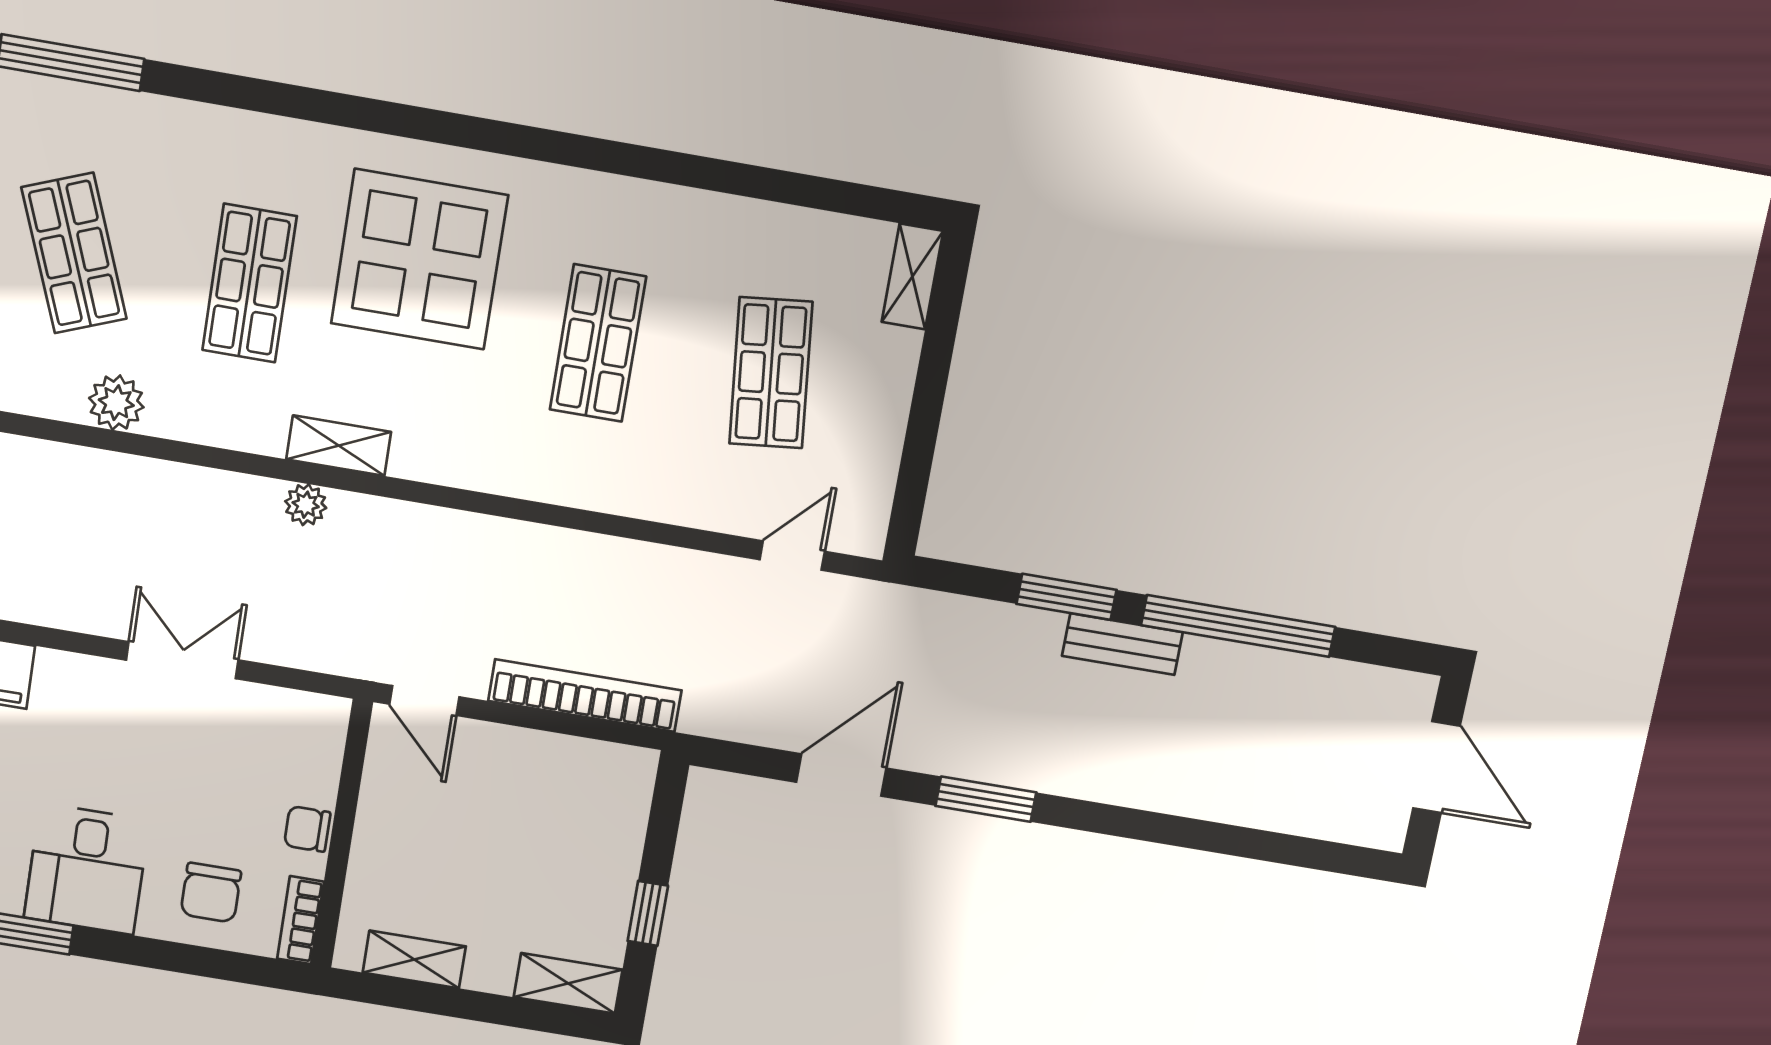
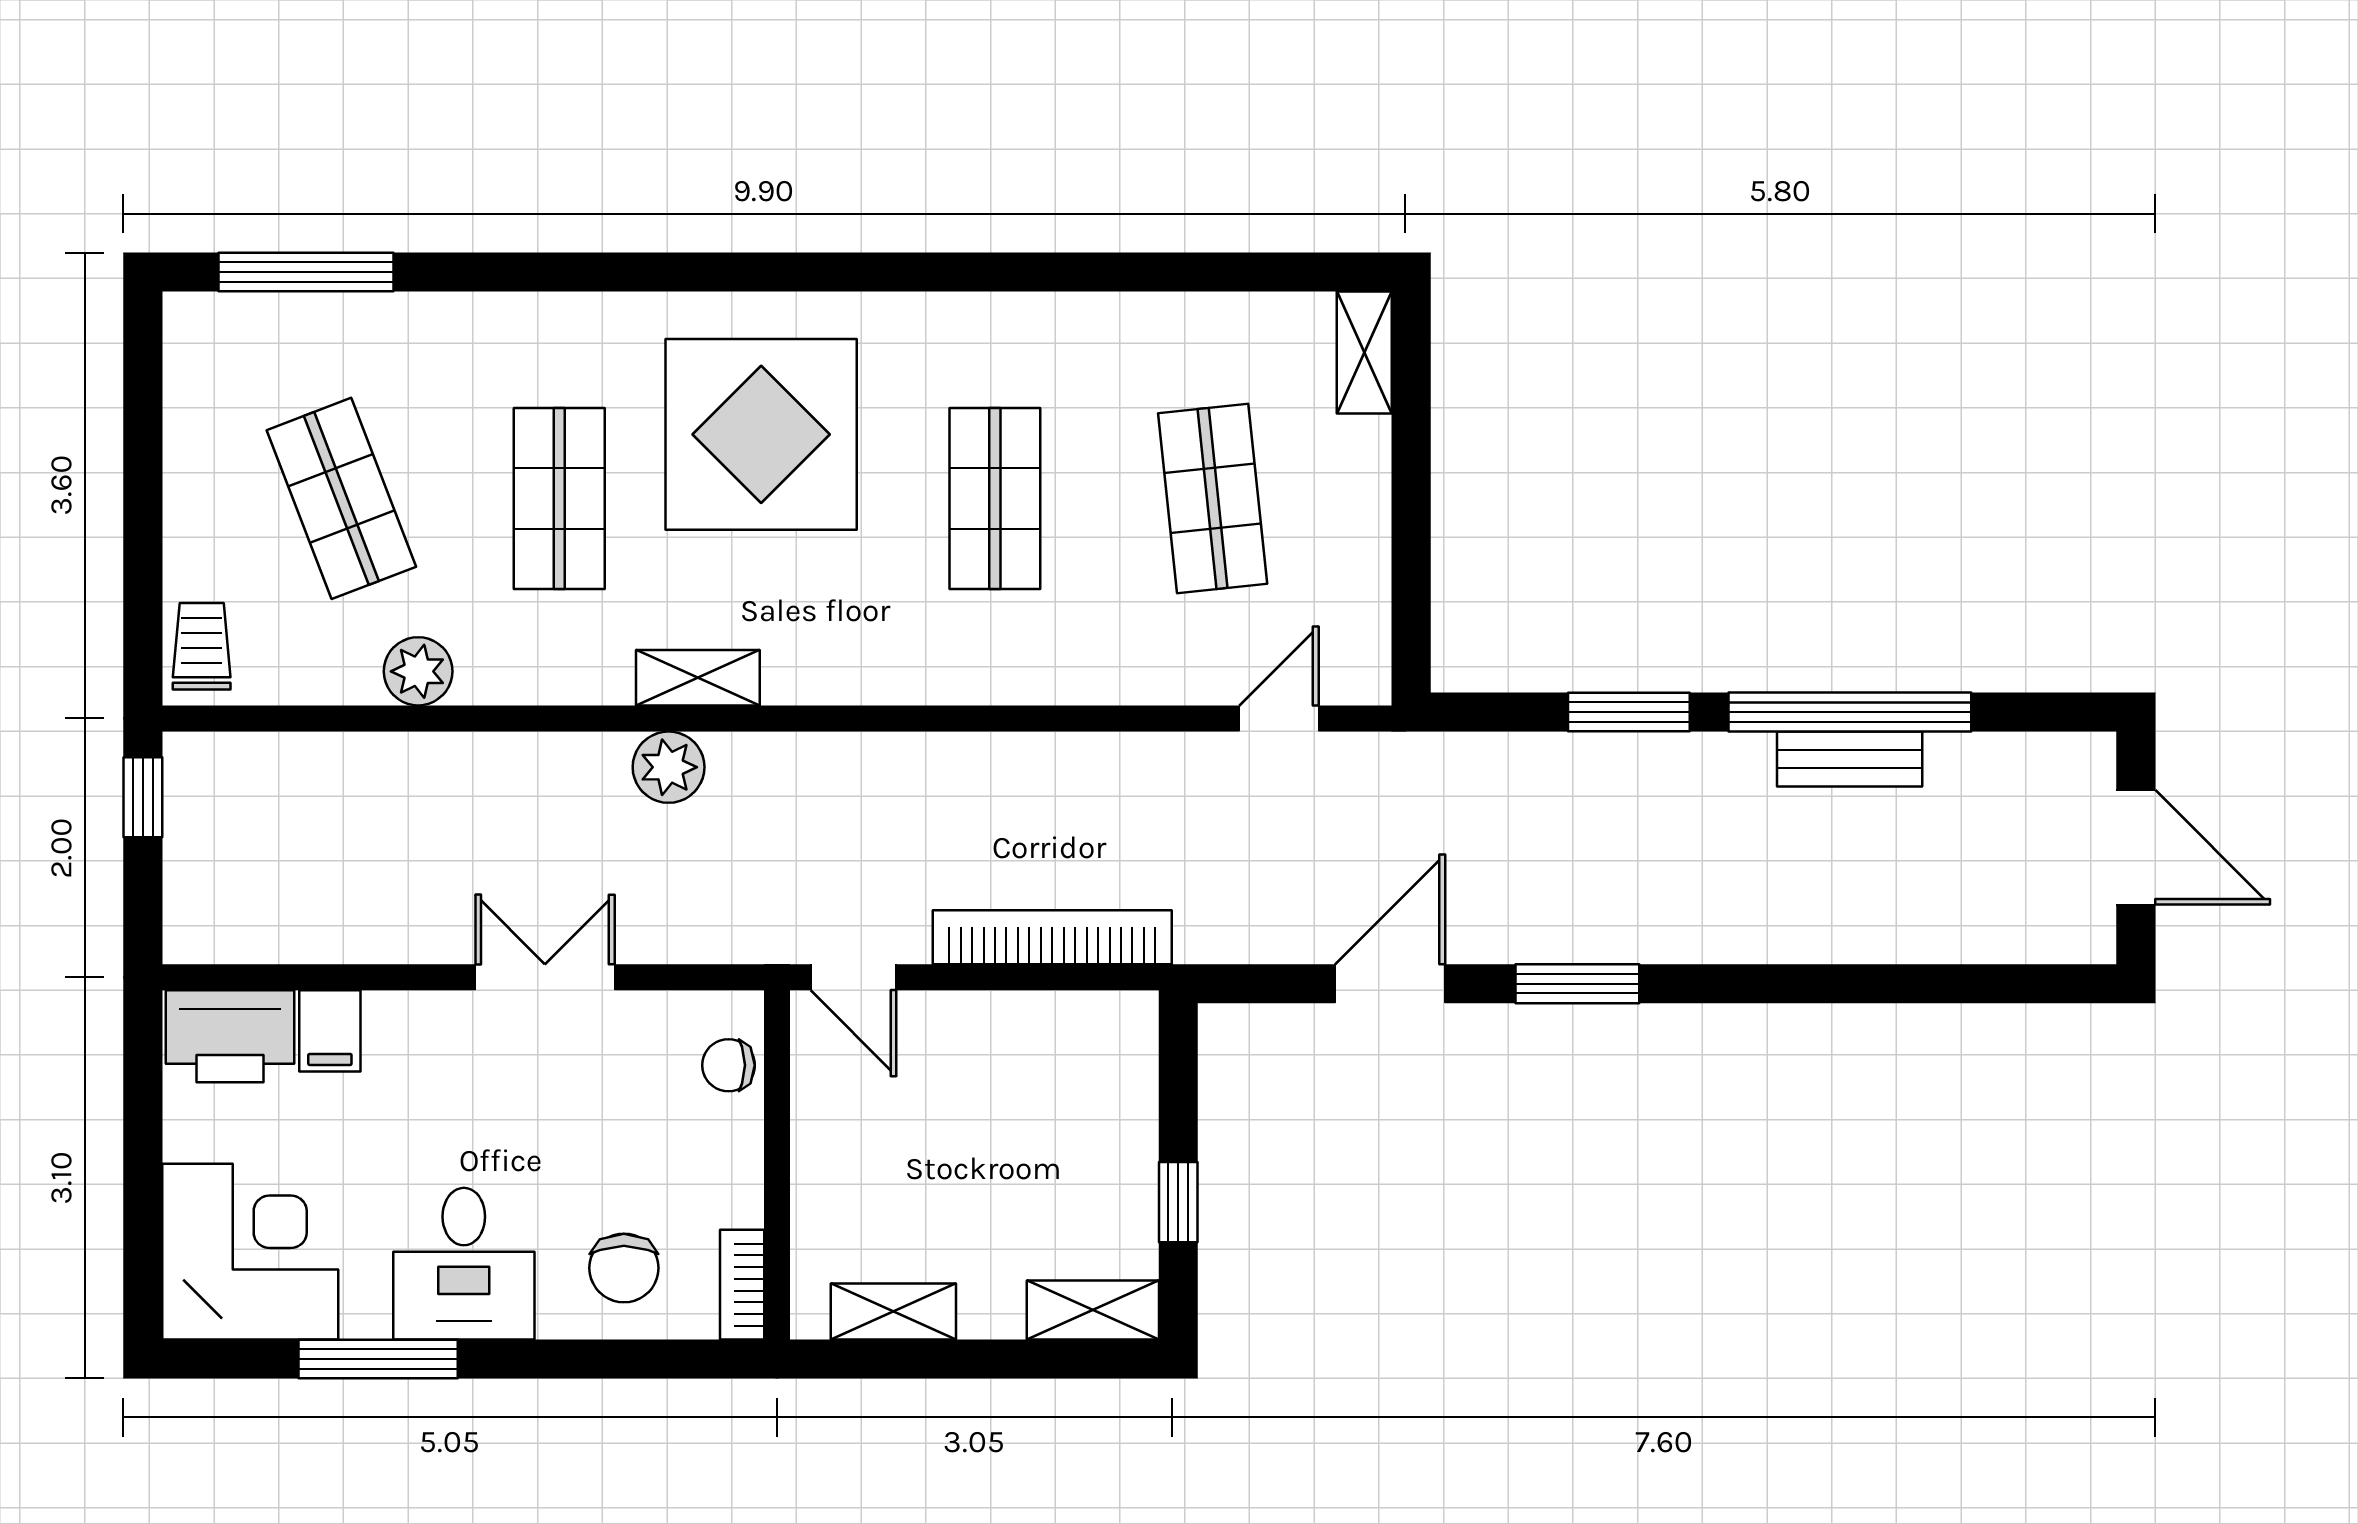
plant: (306, 505) -> (669, 767), width x1.38, depth x1.38
bench: (1122, 644) -> (1850, 759), moved
chair: (307, 829) -> (728, 1065), moved

